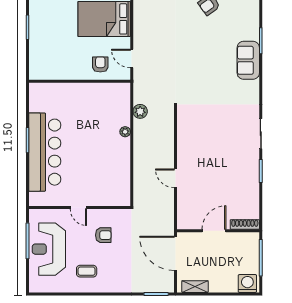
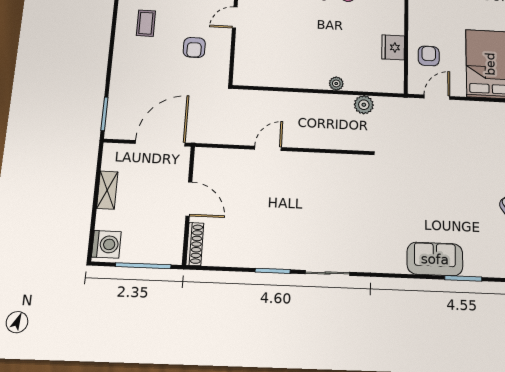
armchair: (100, 64) -> (429, 56), turned -90
fridge: (95, 91) -> (393, 47), added
shelving: (195, 287) -> (107, 190), moved

